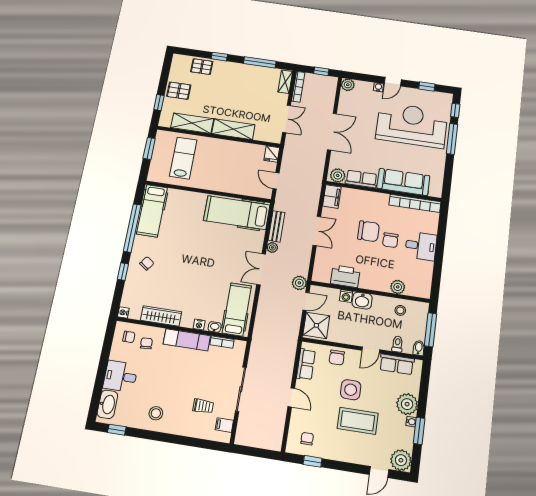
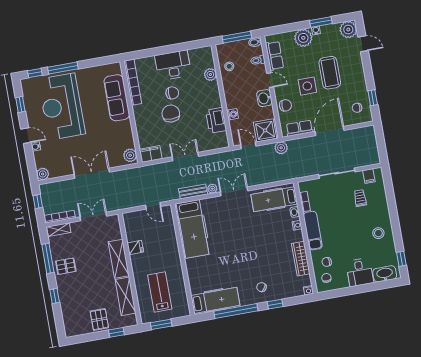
pallet: (202, 67) -> (66, 266), moved, turned 90
fridge: (272, 154) -> (135, 248), moved
lab bench: (183, 158) -> (160, 292), turned 90
row of seats: (361, 179) -> (126, 134), removed
door: (276, 181) -> (153, 206), hinge flipped
desk: (421, 246) -> (173, 65), width x1.37
double door: (261, 269) -> (234, 191), swing flipped
plant: (299, 283) -> (281, 148), moved
washbasin: (362, 301) -> (264, 98), moved, turned 180
door: (291, 397) -> (330, 131), width x1.87

